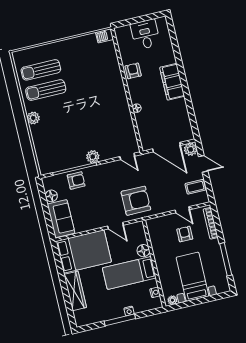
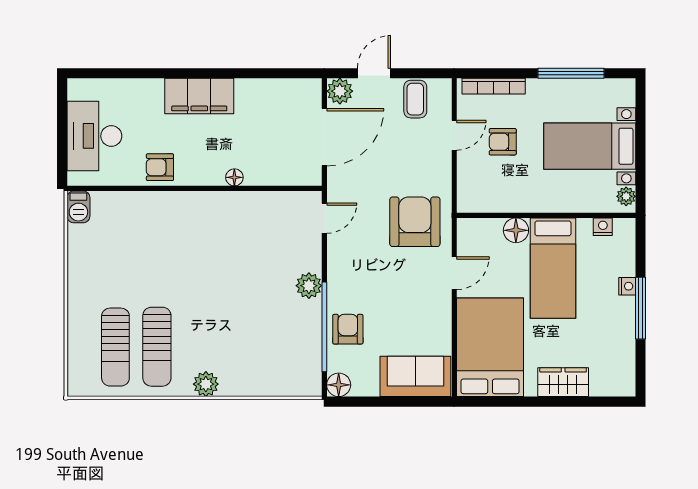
desk: (145, 34) -> (94, 136), width x1.37
floor lamp: (51, 196) -> (339, 385), moved
wardrobe: (75, 291) -> (563, 382), width x0.67

